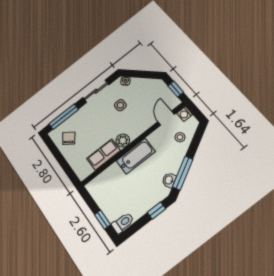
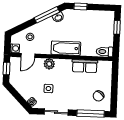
plant: (123, 141) -> (49, 64), moved
toilet: (123, 223) -> (105, 52), moved

